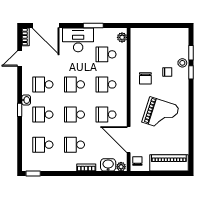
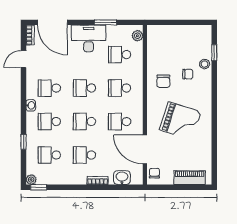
window: (191, 72) -> (214, 75), removed
window: (20, 110) -> (23, 142), moved
piano: (169, 163) -> (190, 178), width x0.73, depth x0.75
plant: (121, 167) -> (31, 180), moved

